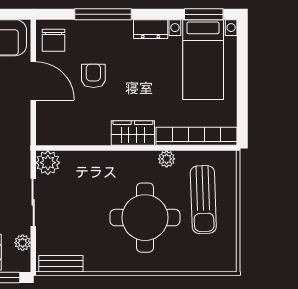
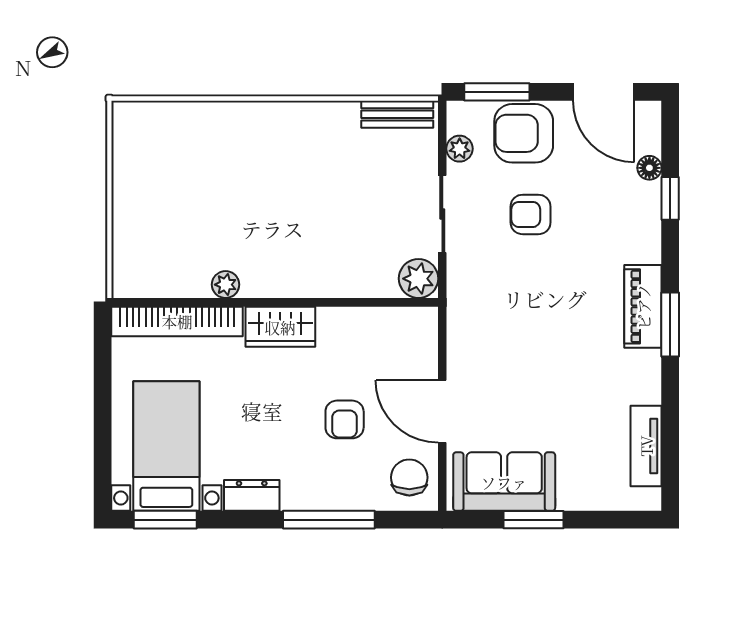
sun lounger: (203, 200) -> (166, 219), removed
round table: (145, 218) -> (261, 189), removed

